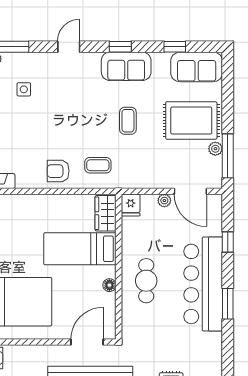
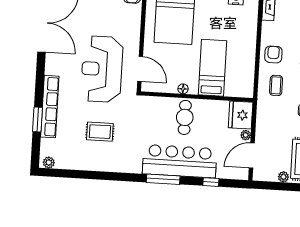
window: (228, 156) -> (277, 186), removed
fridge: (131, 205) -> (241, 115), width x1.88, depth x1.34
wardrobe: (106, 213) -> (239, 89), removed
cafe table: (146, 281) -> (185, 117), turned 90
window: (228, 304) -> (163, 179), width x1.44

